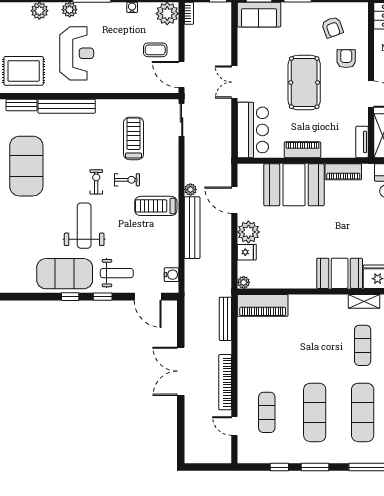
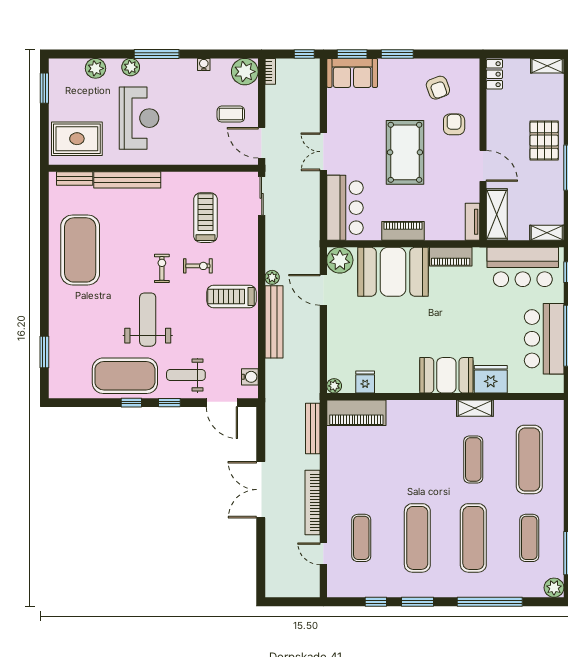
plant: (248, 232) -> (340, 260), moved
fridge: (247, 252) -> (365, 382), moved, turned -90
weight bench: (117, 273) -> (186, 375), turned 180

